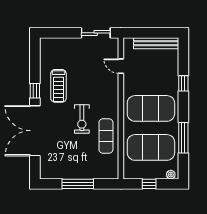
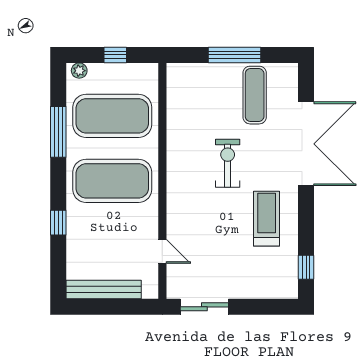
window: (35, 91) -> (306, 267), moved
exercise mat: (106, 136) -> (255, 95), moved

